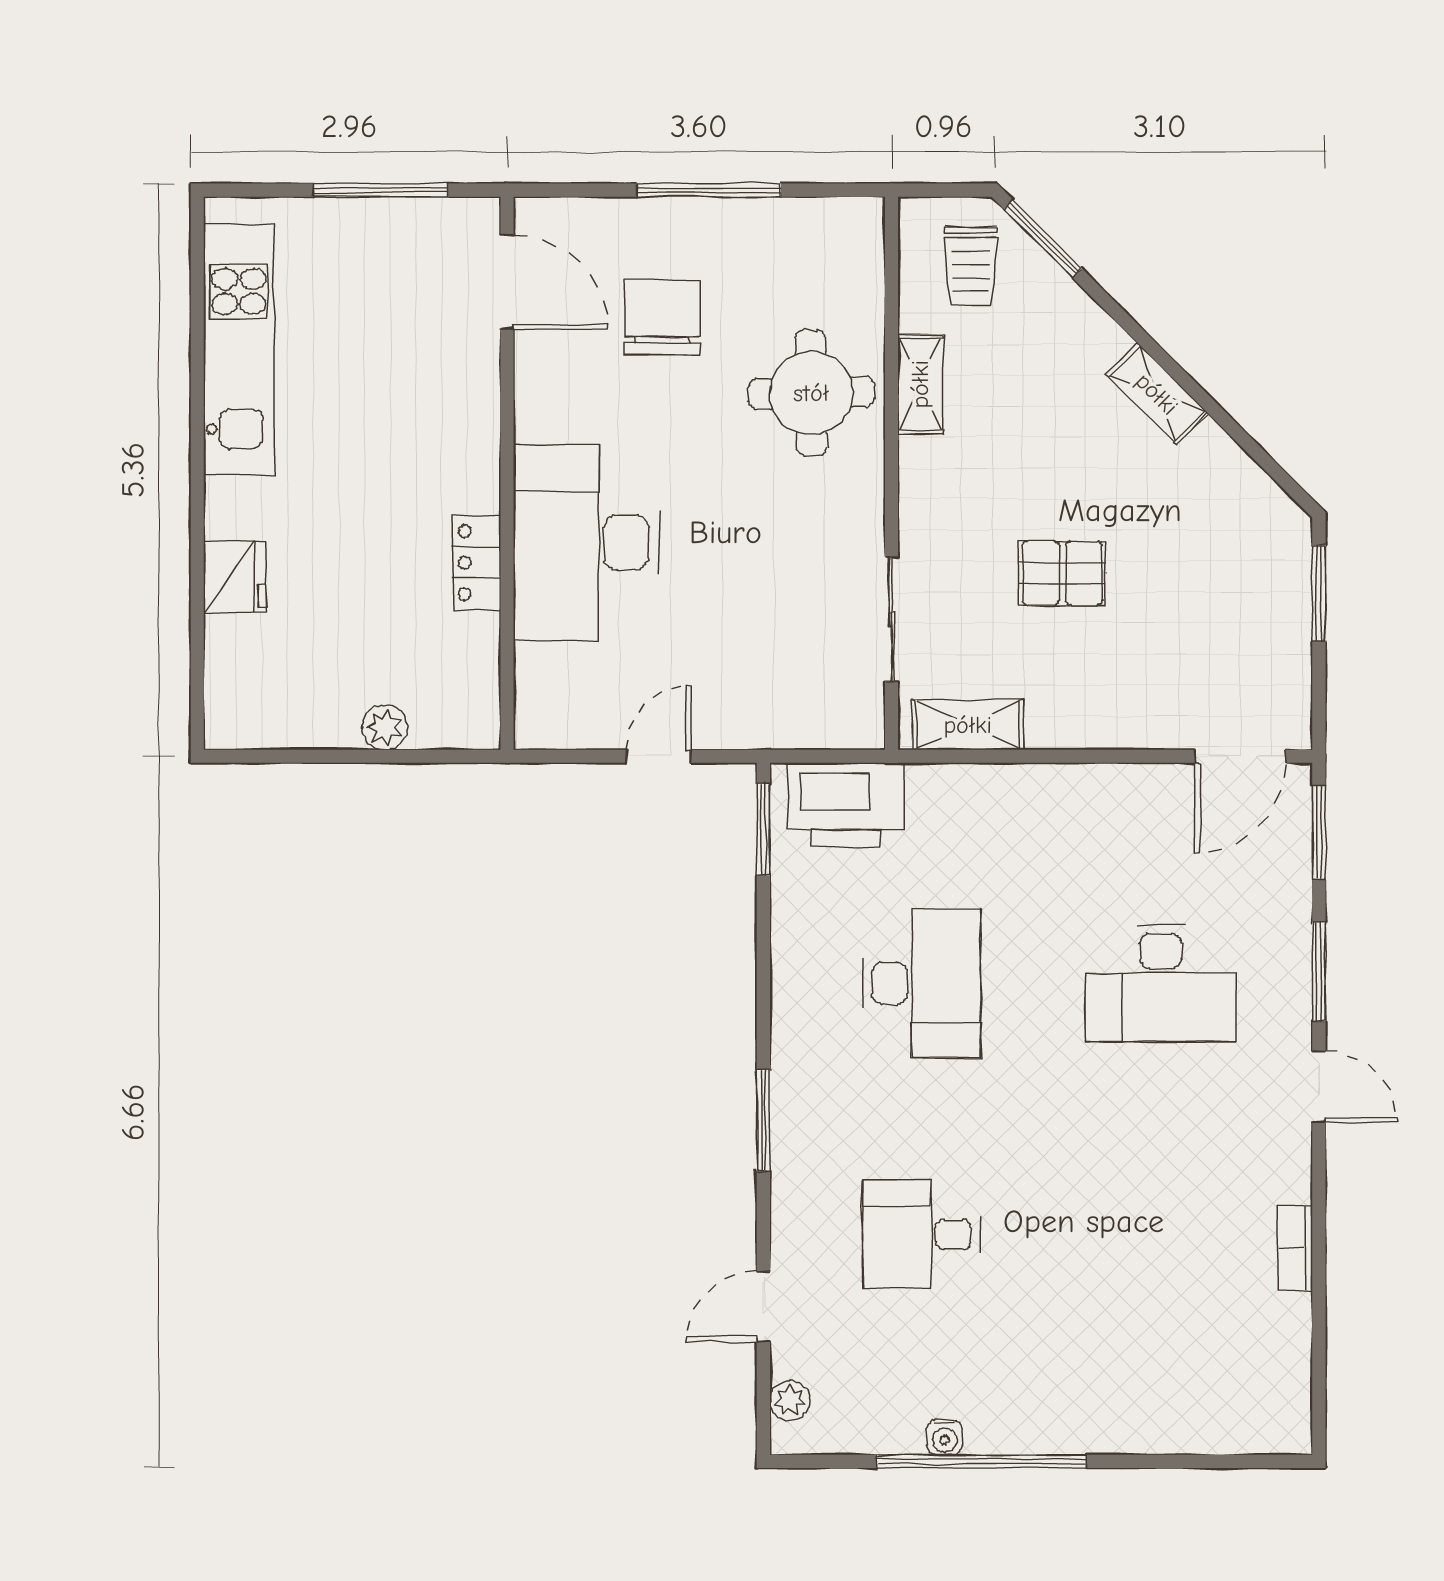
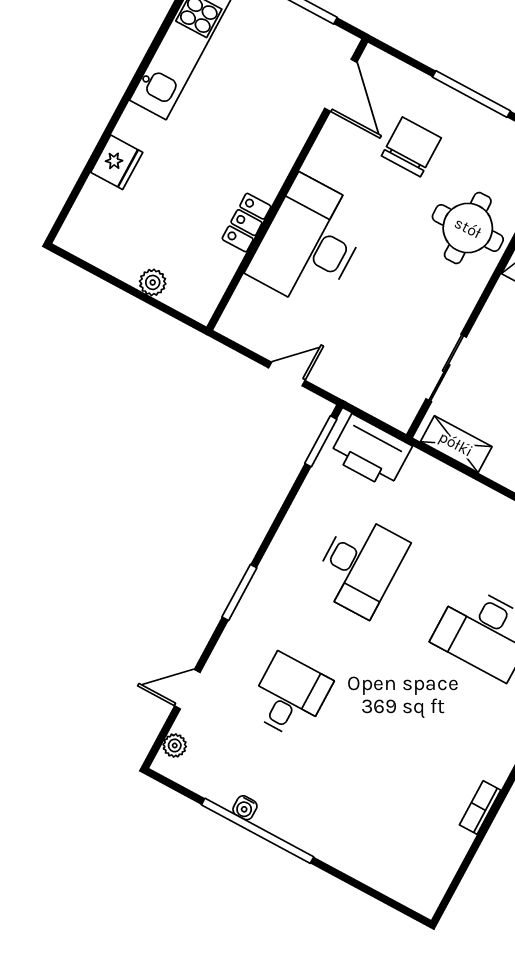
desk: (922, 1235) -> (290, 696), turned 90

